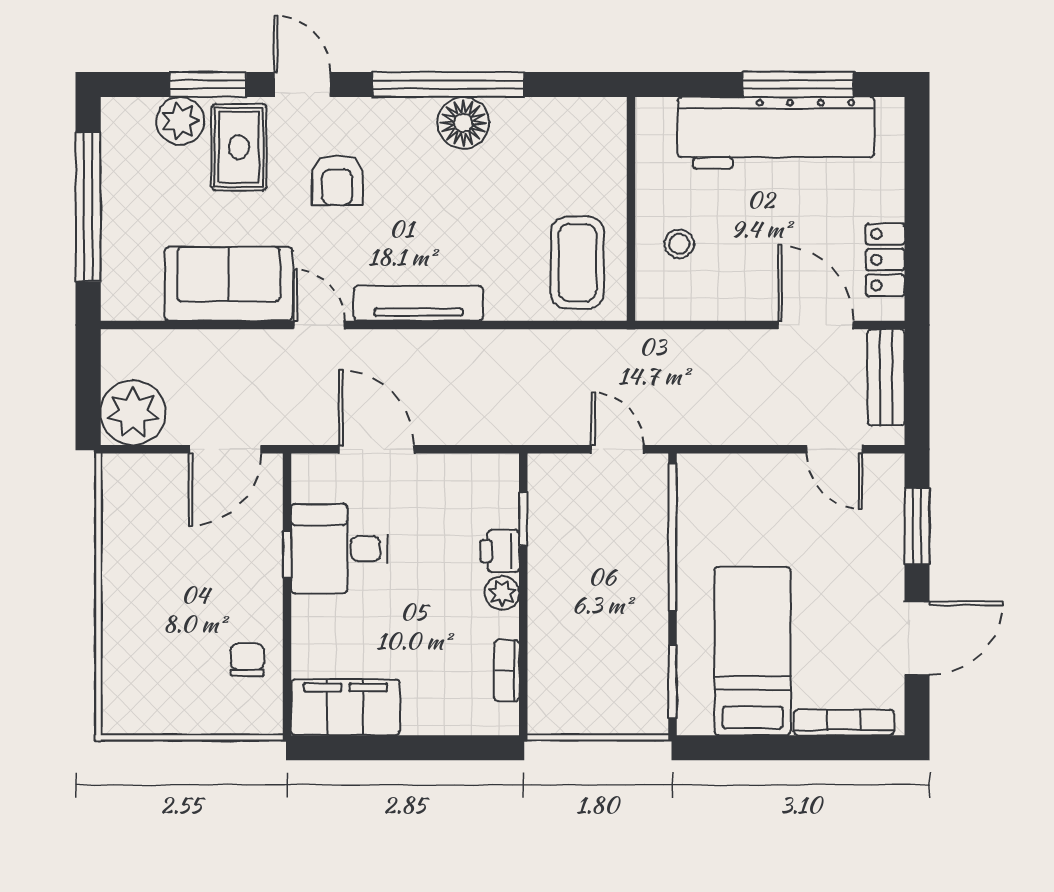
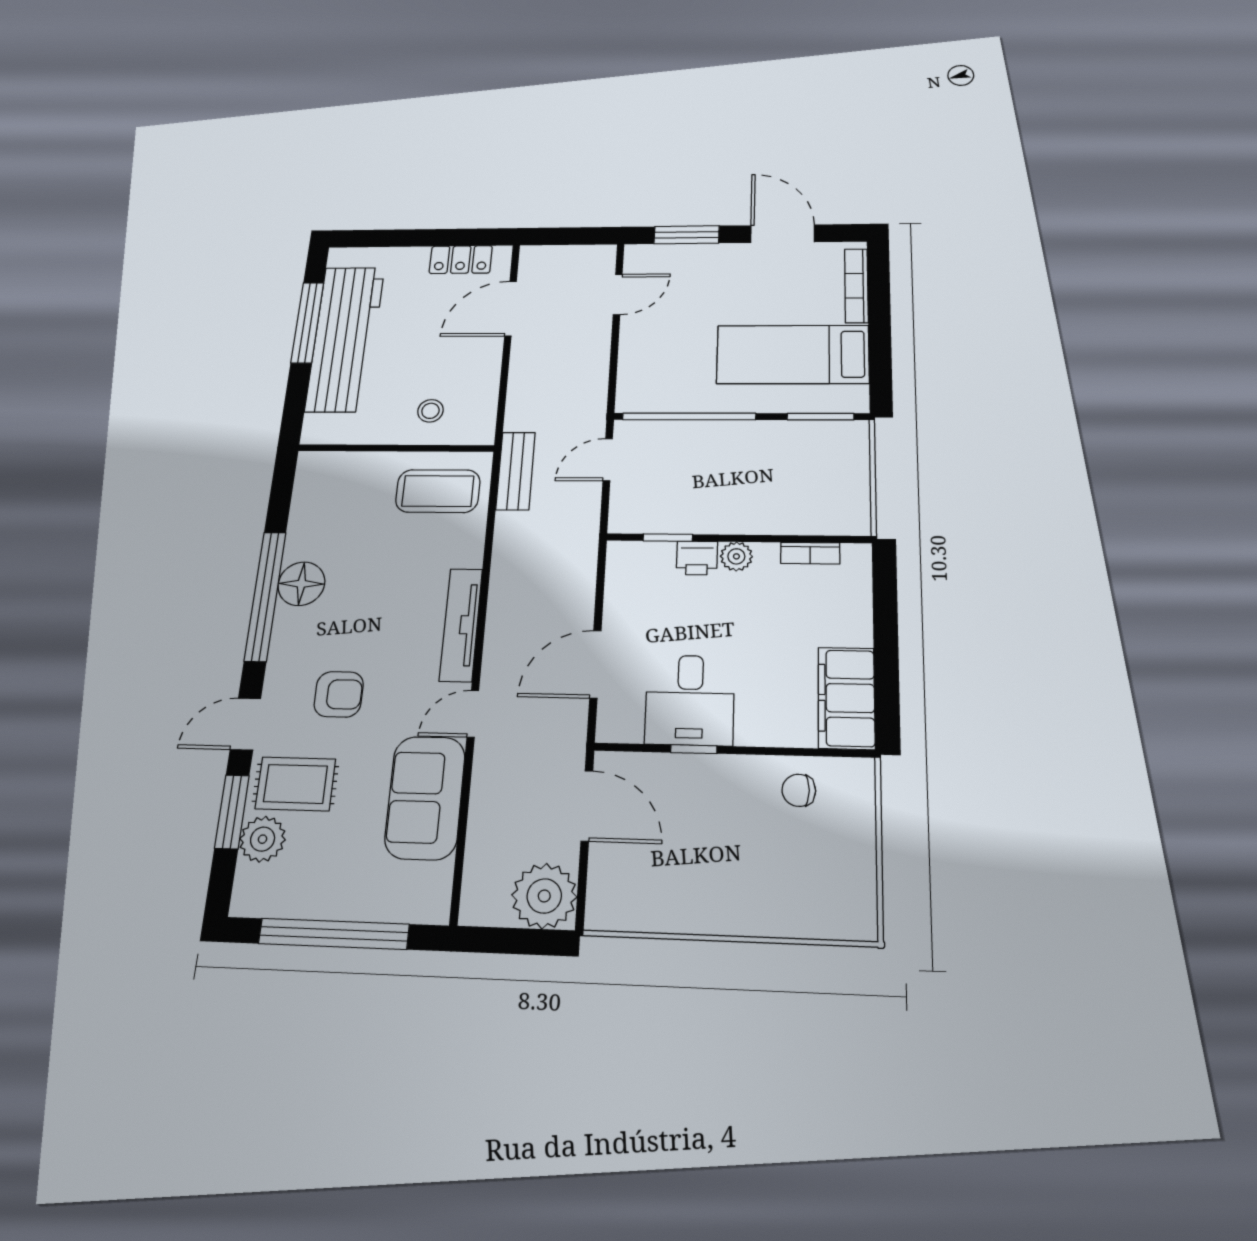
bench: (886, 377) -> (516, 471), moved, turned 90

